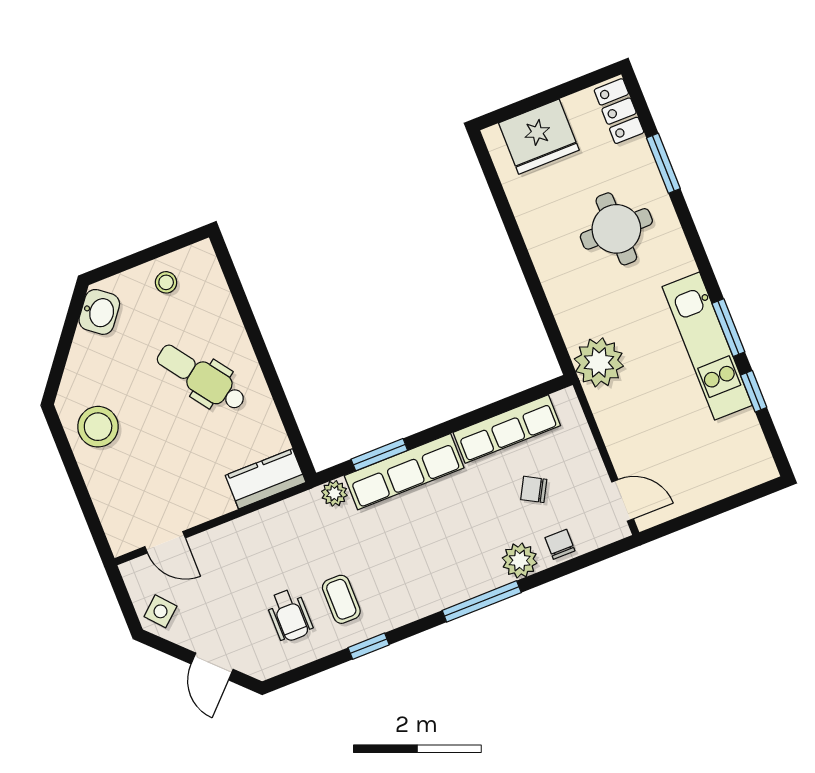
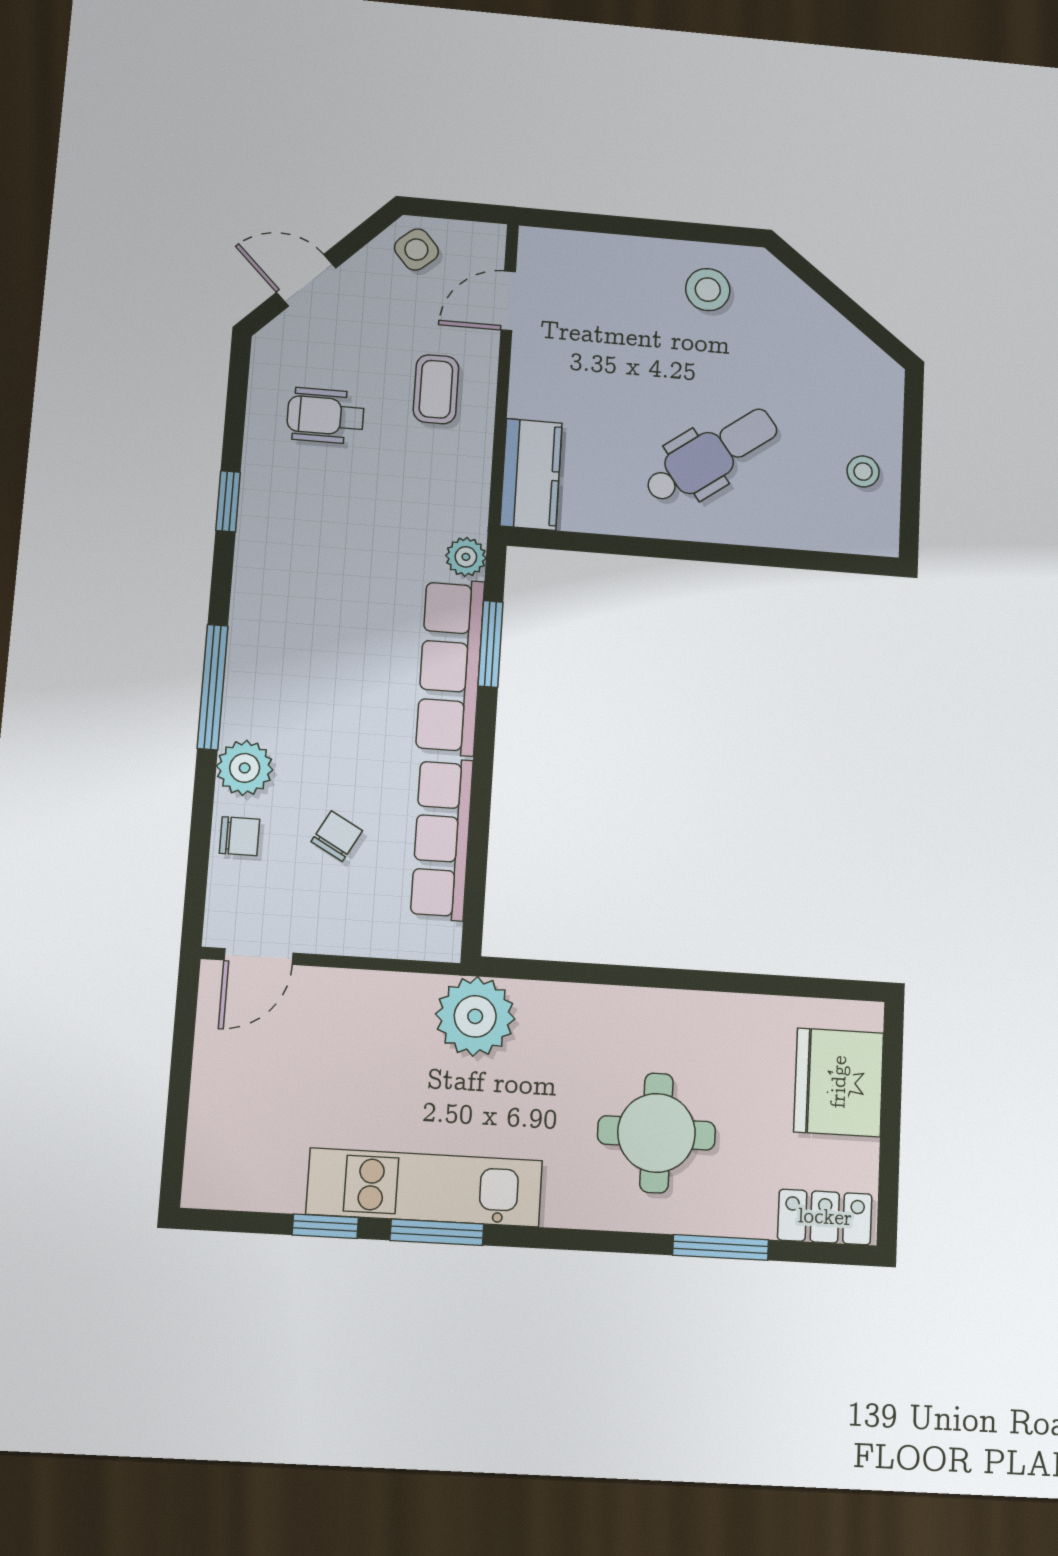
washbasin: (99, 312) -> (863, 365), removed
stool: (98, 427) -> (708, 290), width x0.73, depth x0.73
coffee table: (341, 599) -> (436, 389), moved, turned 90

